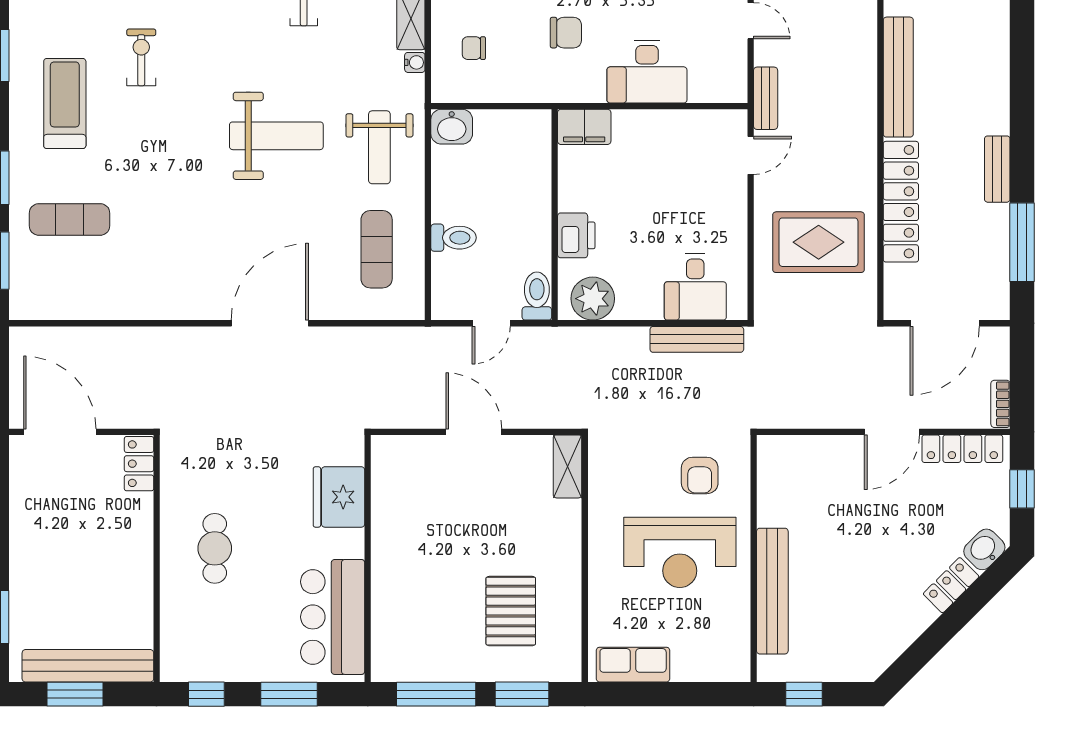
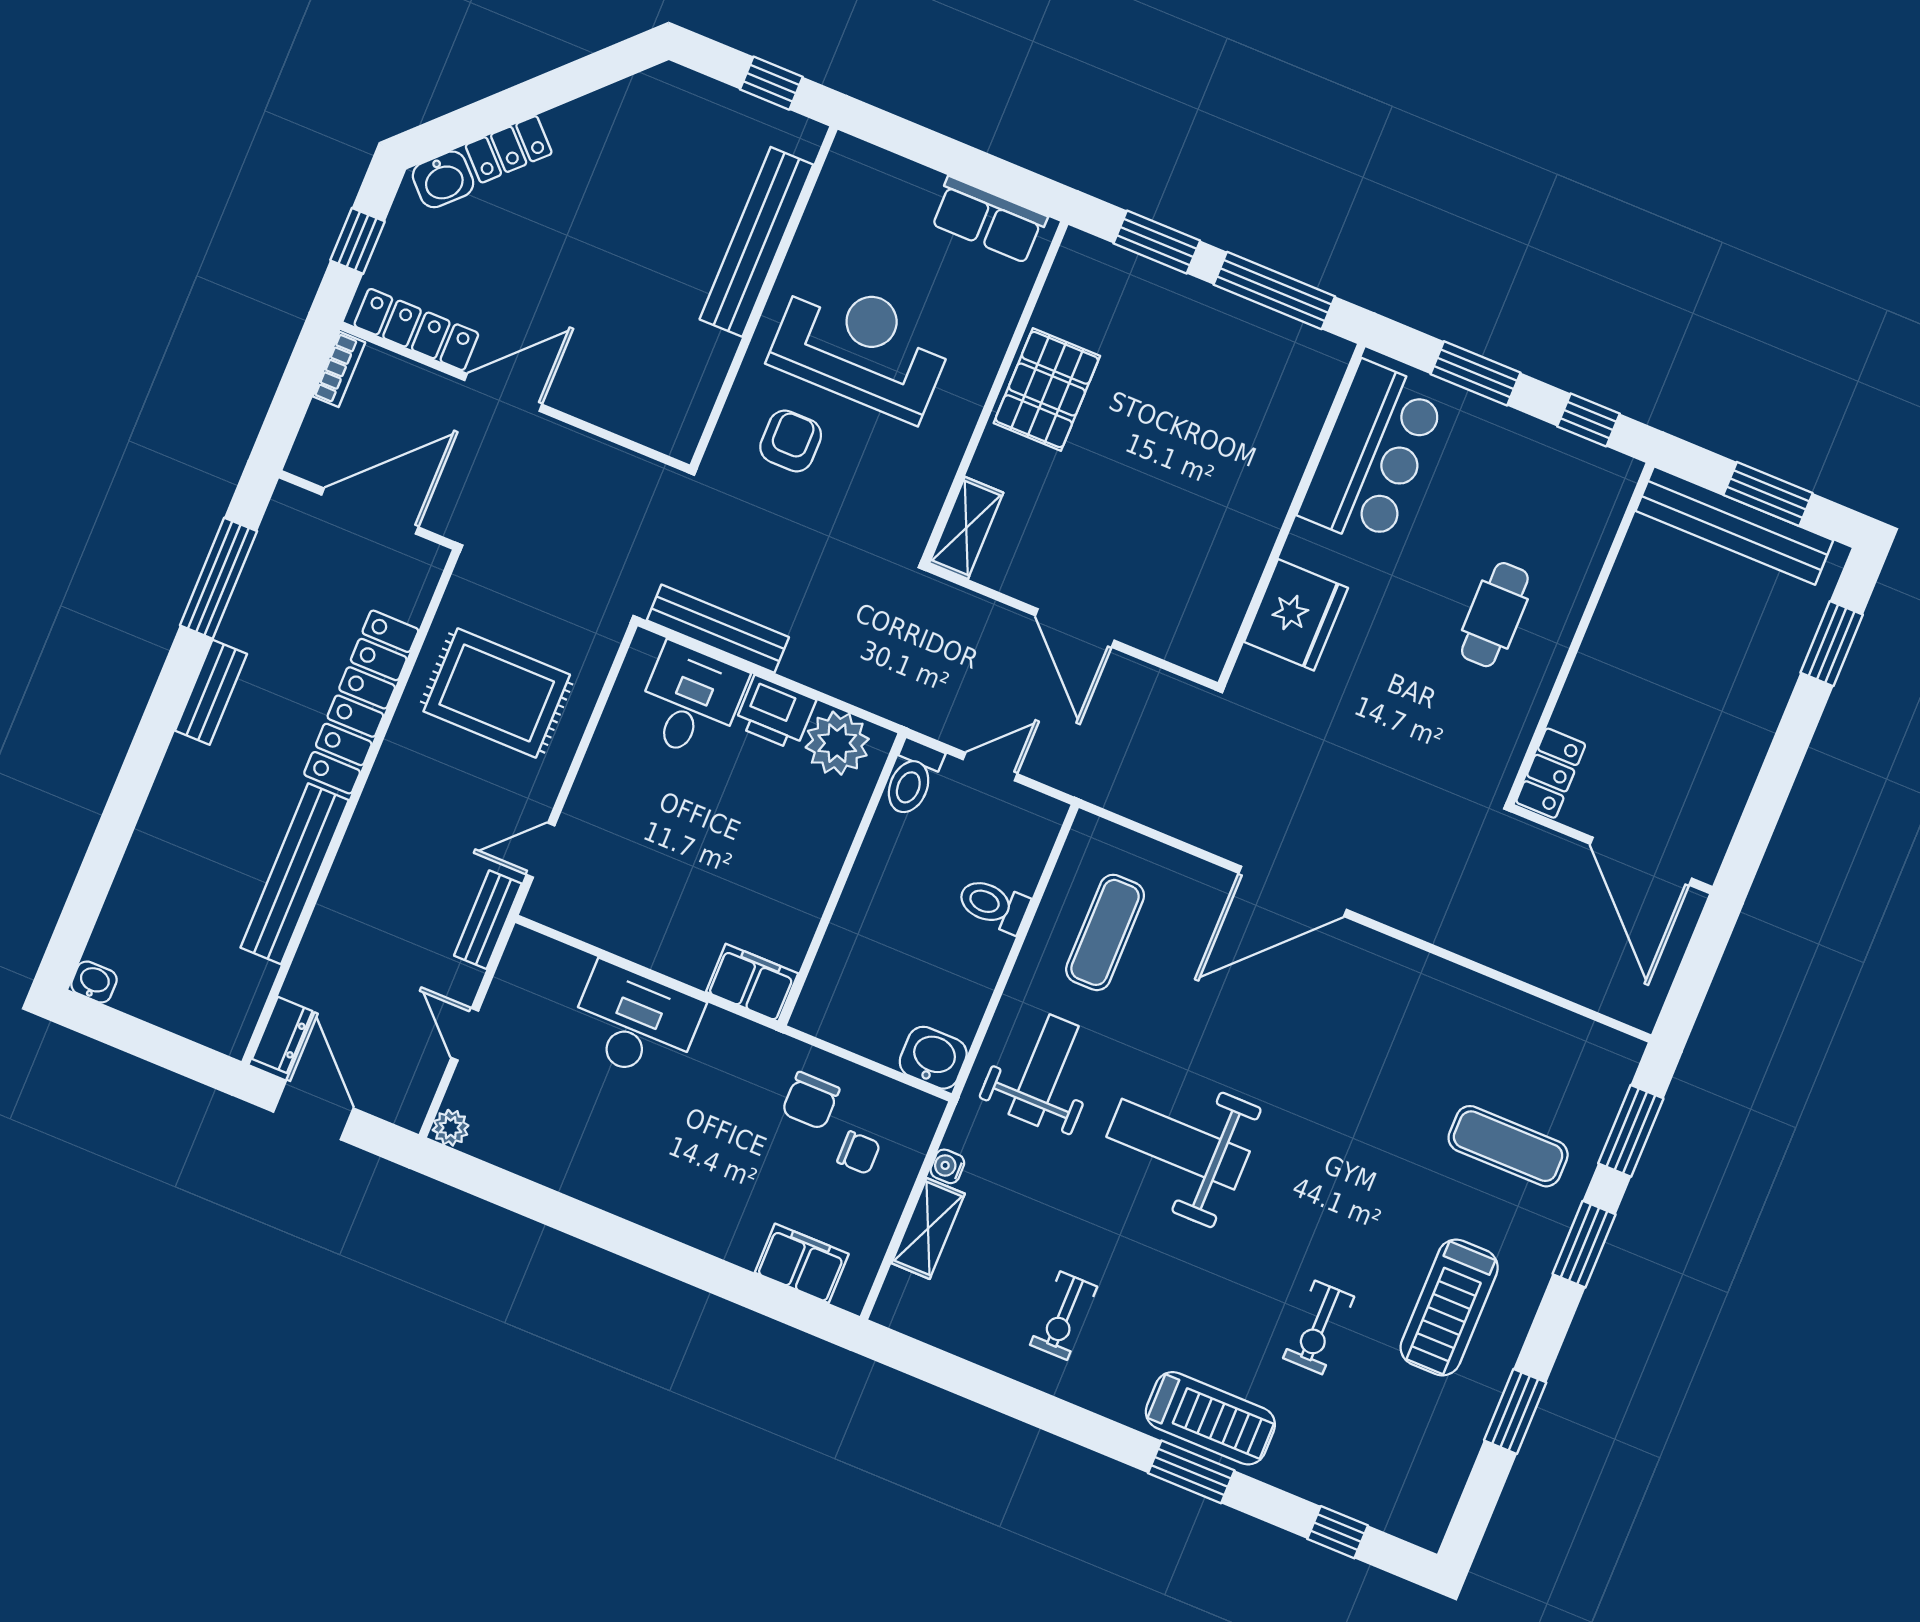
chair: (566, 33) -> (811, 1101), moved, turned -90
printer: (576, 235) -> (775, 713), moved, turned -90
pallet: (511, 611) -> (1047, 389), moved

